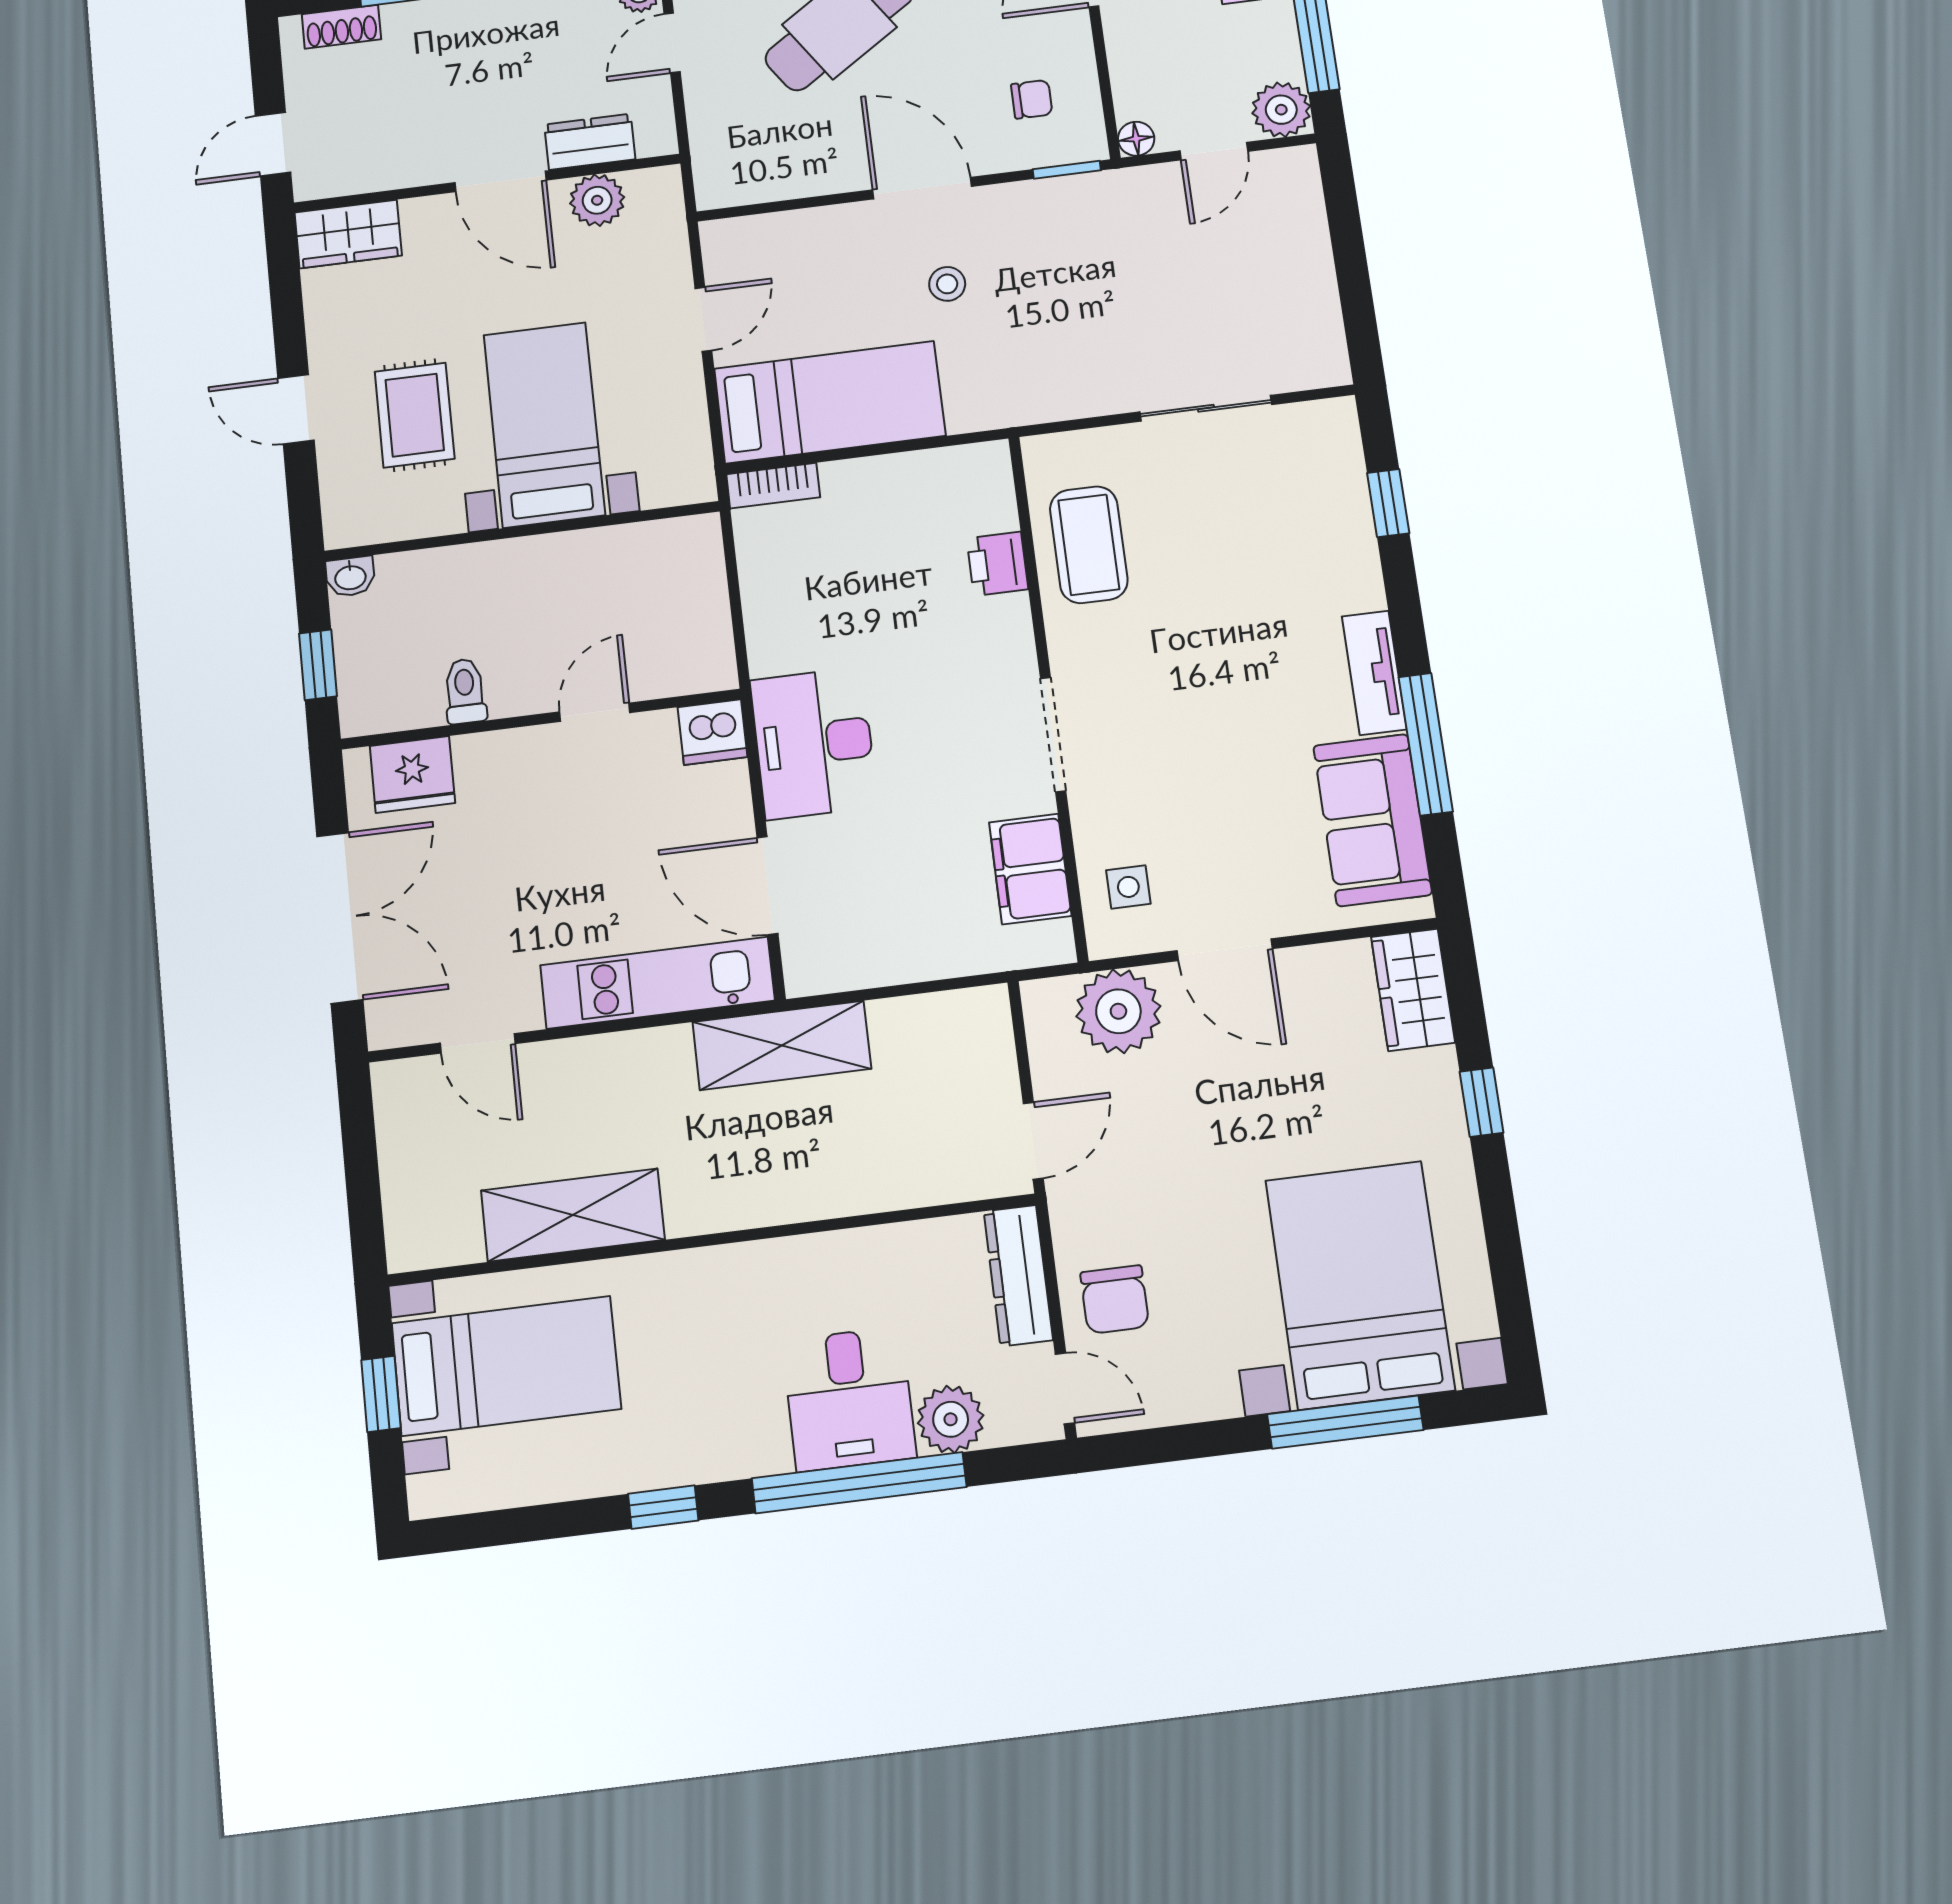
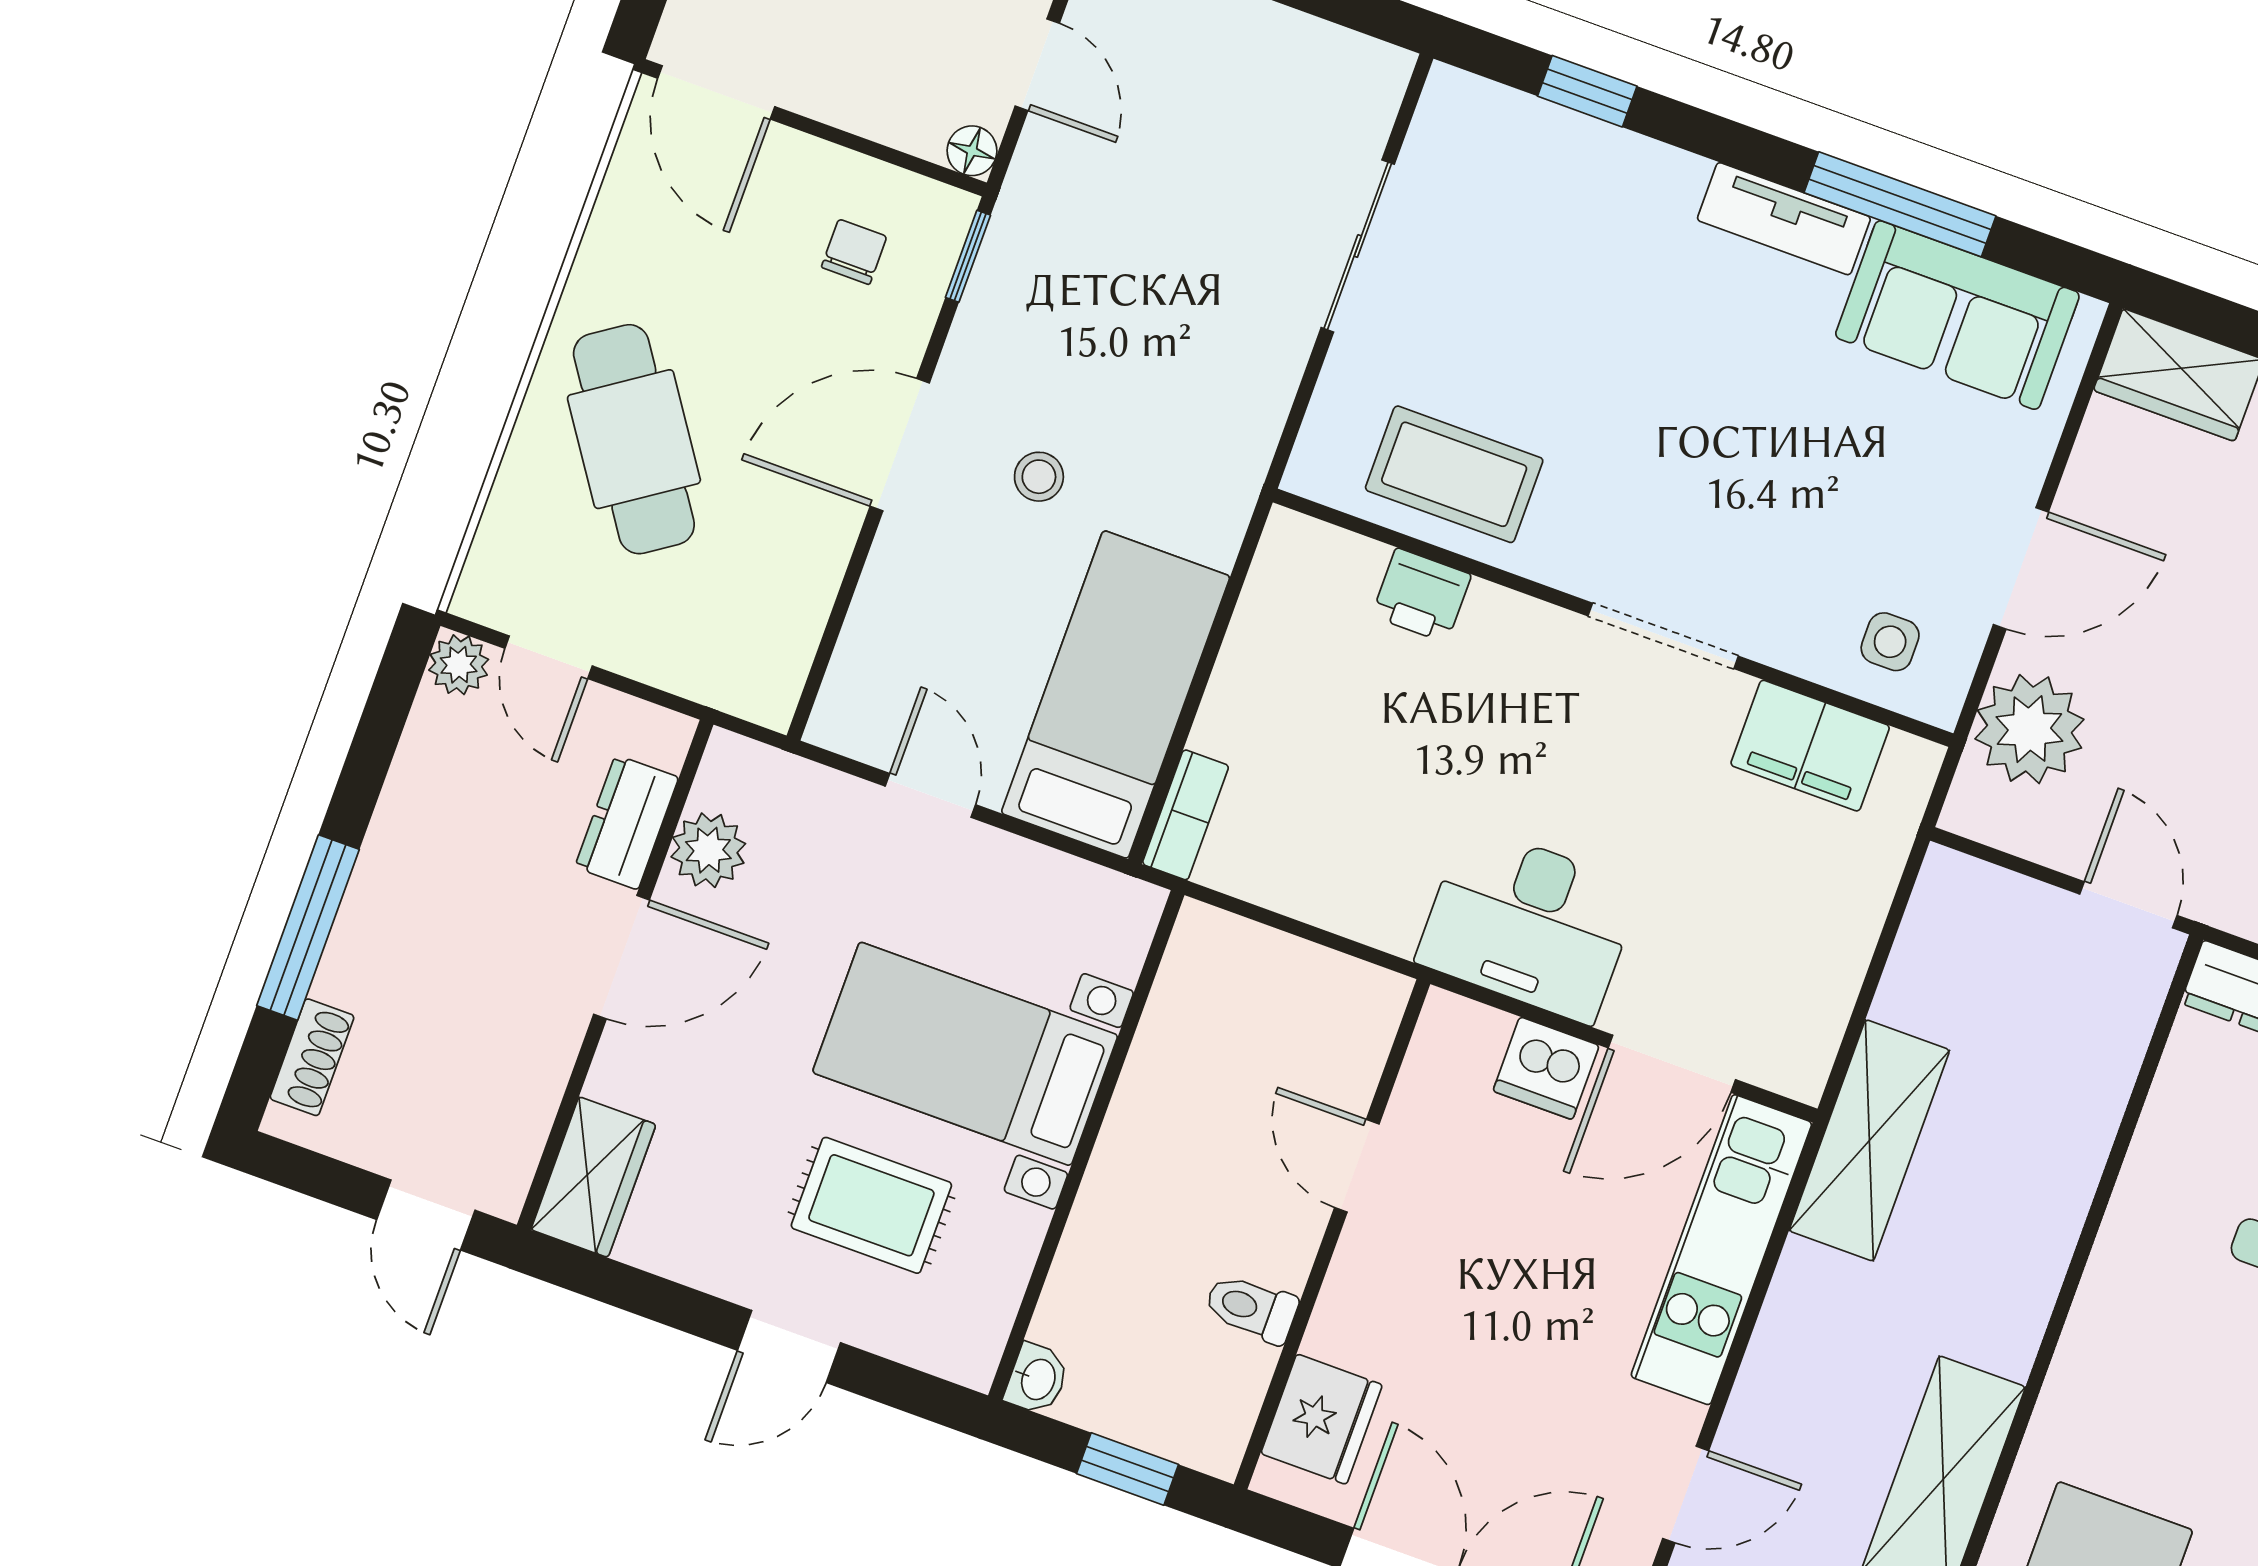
dishwasher: (713, 732) -> (1546, 1068), moved, turned 90

